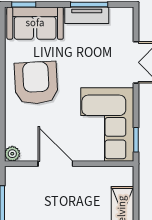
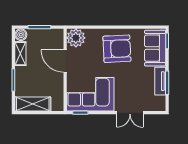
plant: (12, 154) -> (76, 38), width x1.88, depth x1.88
door: (55, 164) -> (65, 61), swing flipped

